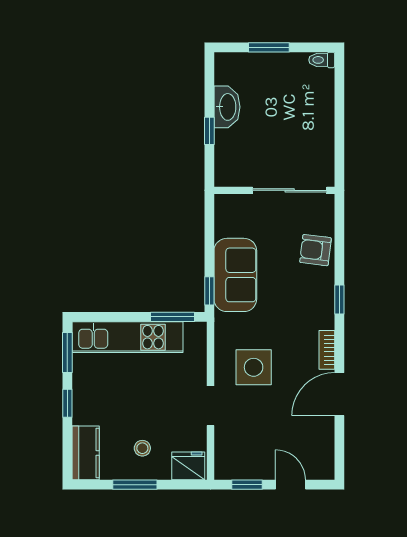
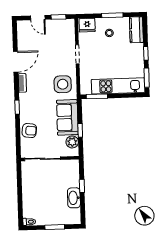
plant: (227, 224) -> (72, 142), added
window: (209, 291) -> (80, 130), moved
side table: (254, 367) -> (63, 84), moved

